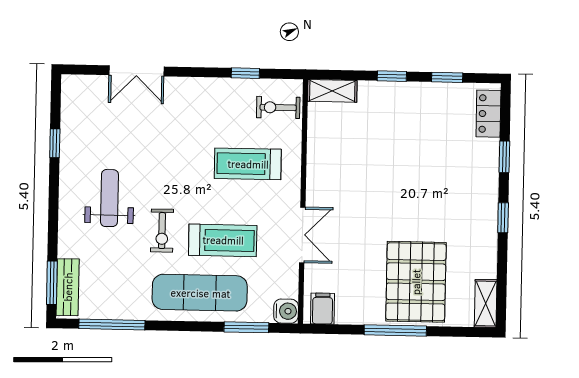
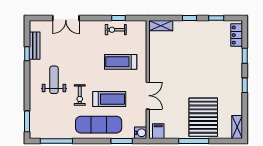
exercise bike: (278, 107) -> (116, 30), moved
bench: (68, 287) -> (35, 46), moved

